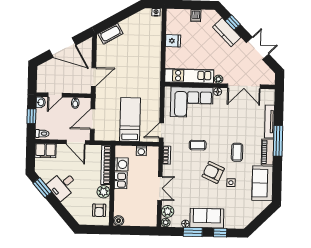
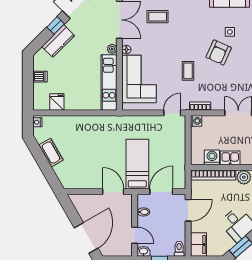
window: (233, 22) -> (56, 25), moved
cot: (110, 34) -> (51, 153), moved
fridge: (173, 41) -> (57, 102), moved
door: (63, 48) -> (86, 238), moved
door: (93, 119) -> (161, 192), swing flipped
bed: (130, 120) -> (137, 164), moved, turned 90
door: (161, 130) -> (172, 113), swing flipped
washing machine: (141, 151) -> (196, 121), moved
coffee table: (237, 152) -> (158, 17), moved

